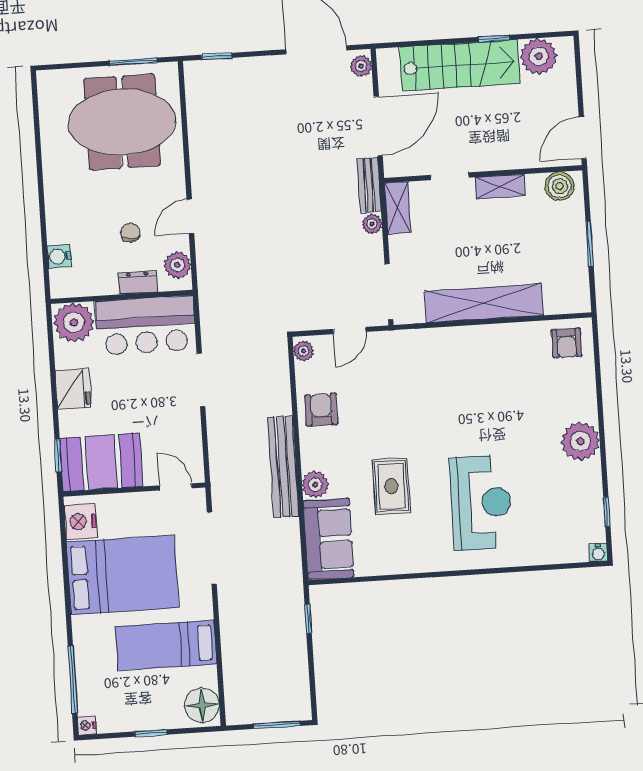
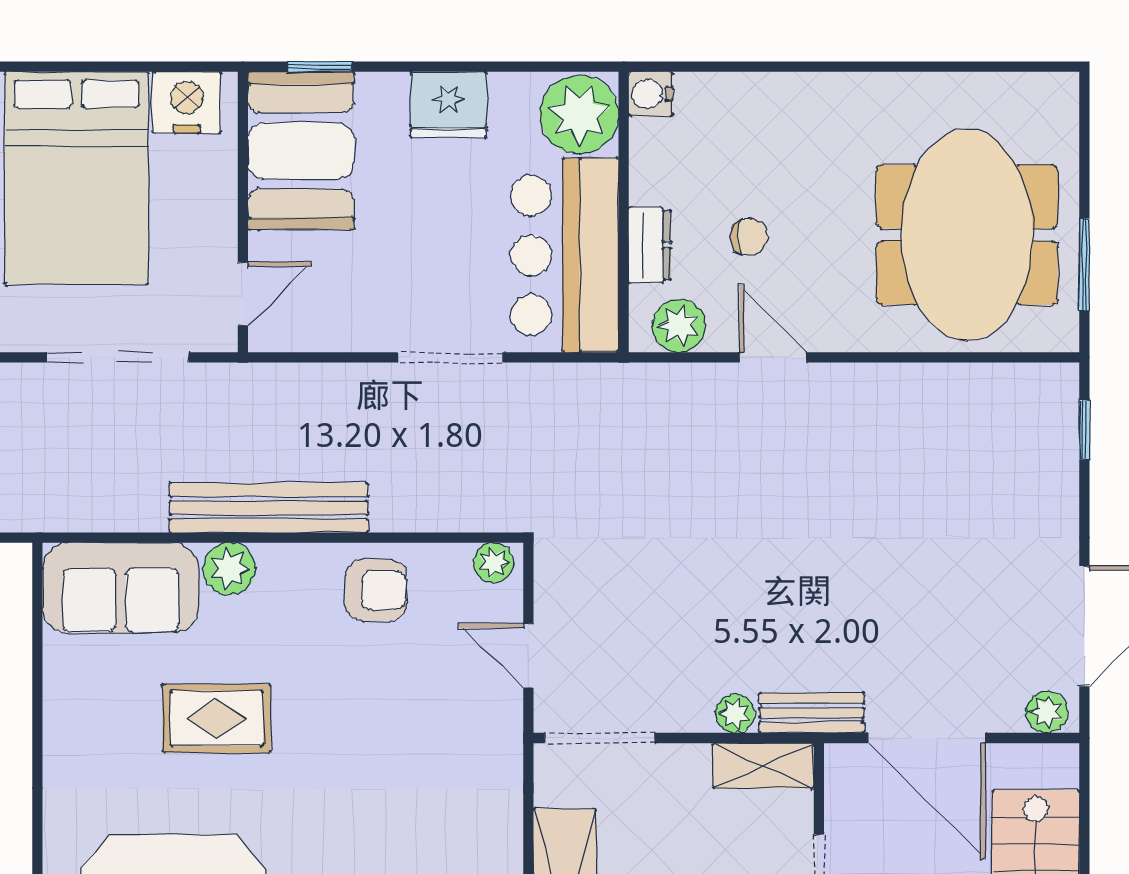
water cooler: (59, 256) -> (651, 94), moved, turned -90

